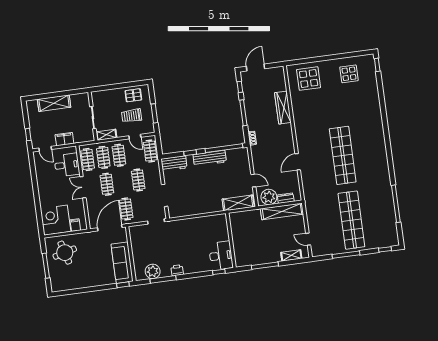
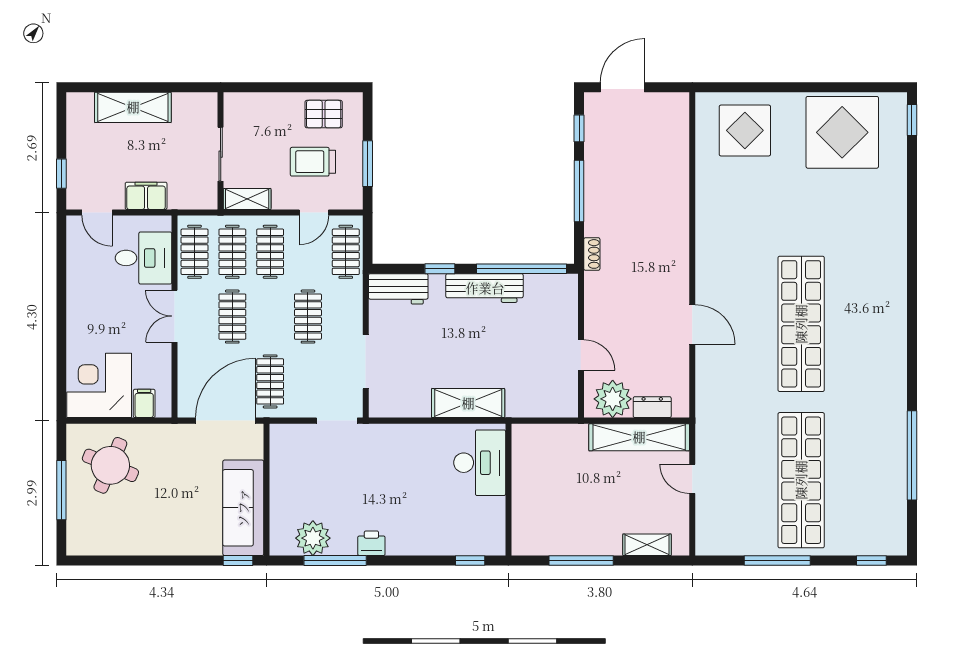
display table: (349, 74) -> (842, 132), width x1.86, depth x1.86
wardrobe: (283, 108) -> (675, 191), removed
door: (135, 137) -> (314, 213), hinge flipped
door: (298, 162) -> (692, 324), swing flipped
shelving: (238, 203) -> (468, 403), moved
door: (308, 239) -> (692, 479), moved
round table: (65, 253) -> (110, 465), turned 38
desk: (221, 256) -> (480, 463), moved

